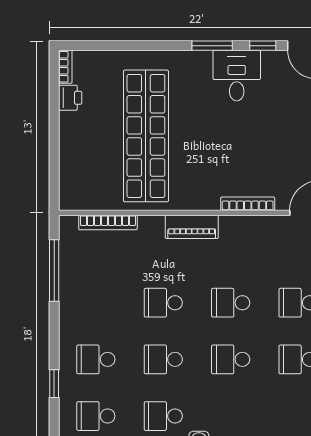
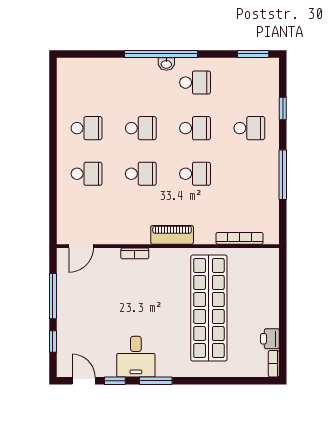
bookcase: (248, 204) -> (135, 253), width x0.64
window: (54, 270) -> (283, 175), moved
school desk: (96, 416) -> (249, 83), removed

